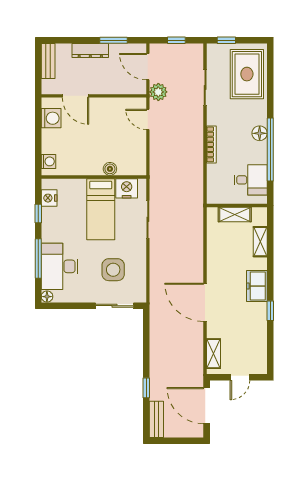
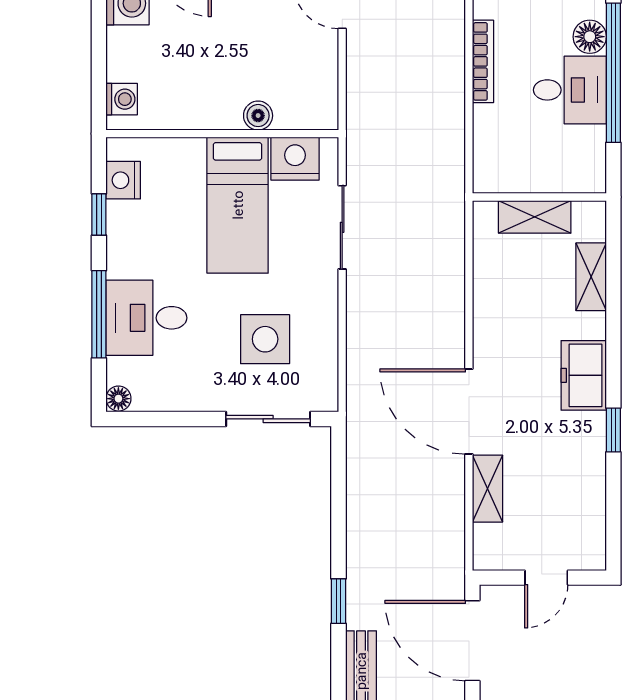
desk: (251, 180) -> (570, 90), moved
desk: (60, 266) -> (146, 318), width x0.73
shelving: (213, 354) -> (488, 489), moved

